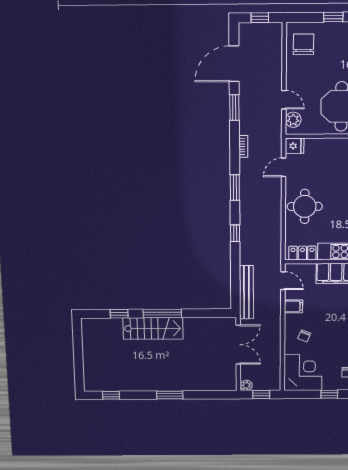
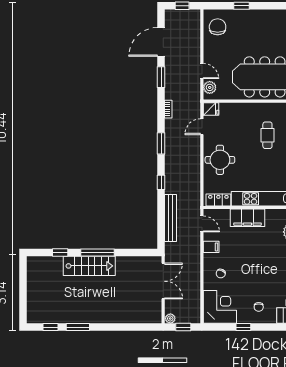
bench: (246, 292) -> (171, 218), moved
window: (170, 395) -> (78, 327), moved

